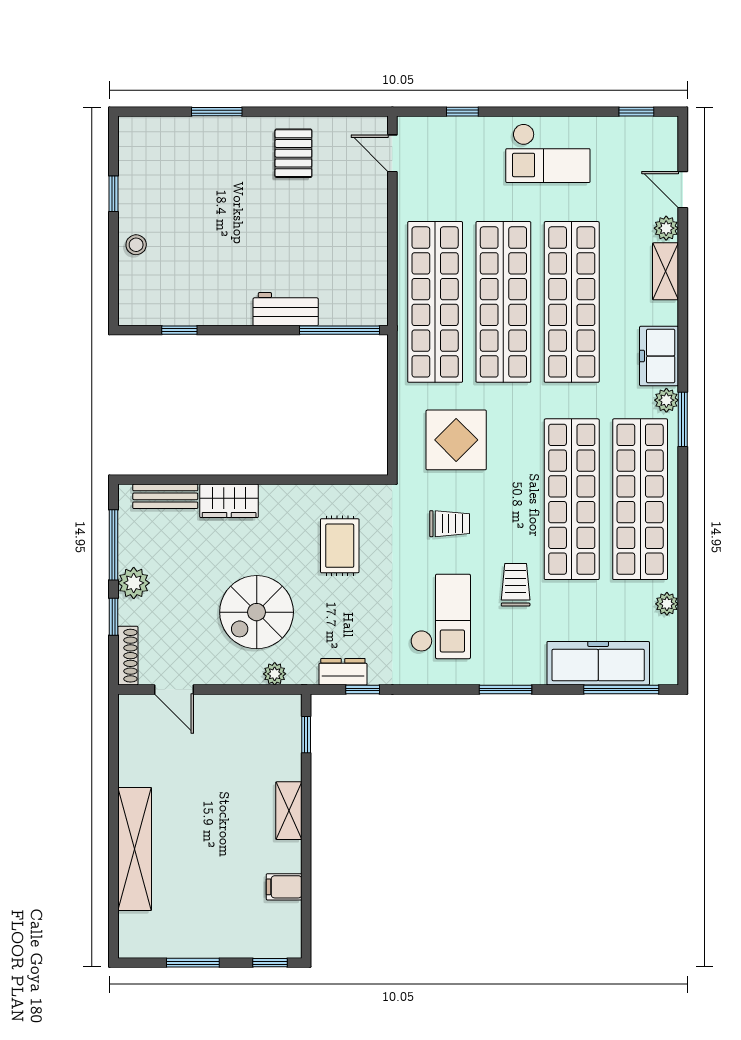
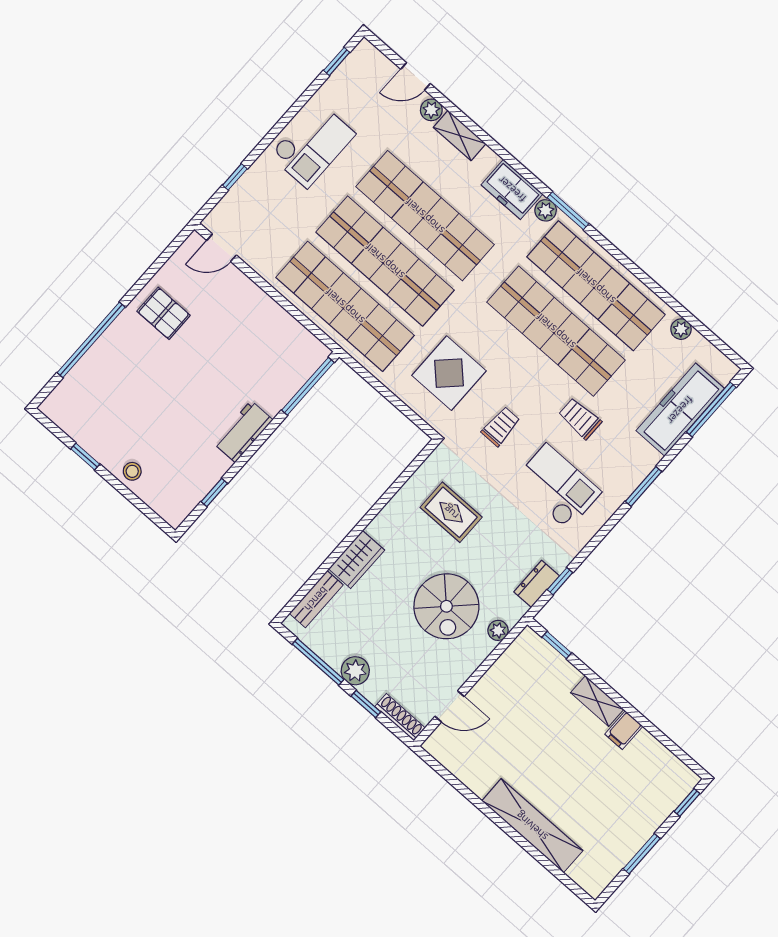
window: (217, 112) -> (91, 340), width x2.11
workbench: (286, 309) -> (243, 432), moved
filing cabinet: (284, 887) -> (624, 730), moved

